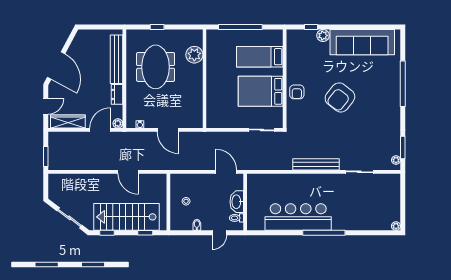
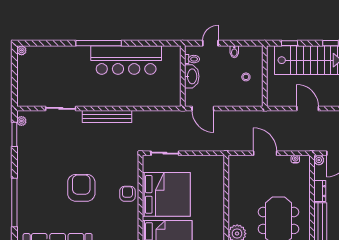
bed: (261, 91) -> (166, 194), width x1.36
armchair: (340, 97) -> (81, 188), turned -38

